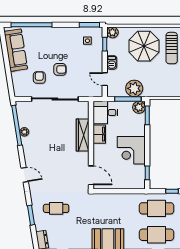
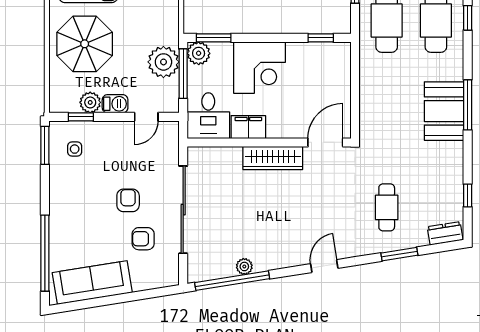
plant: (112, 32) -> (90, 102), moved
wardrobe: (83, 135) -> (273, 158), moved
corner desk: (131, 150) -> (260, 68), moved

